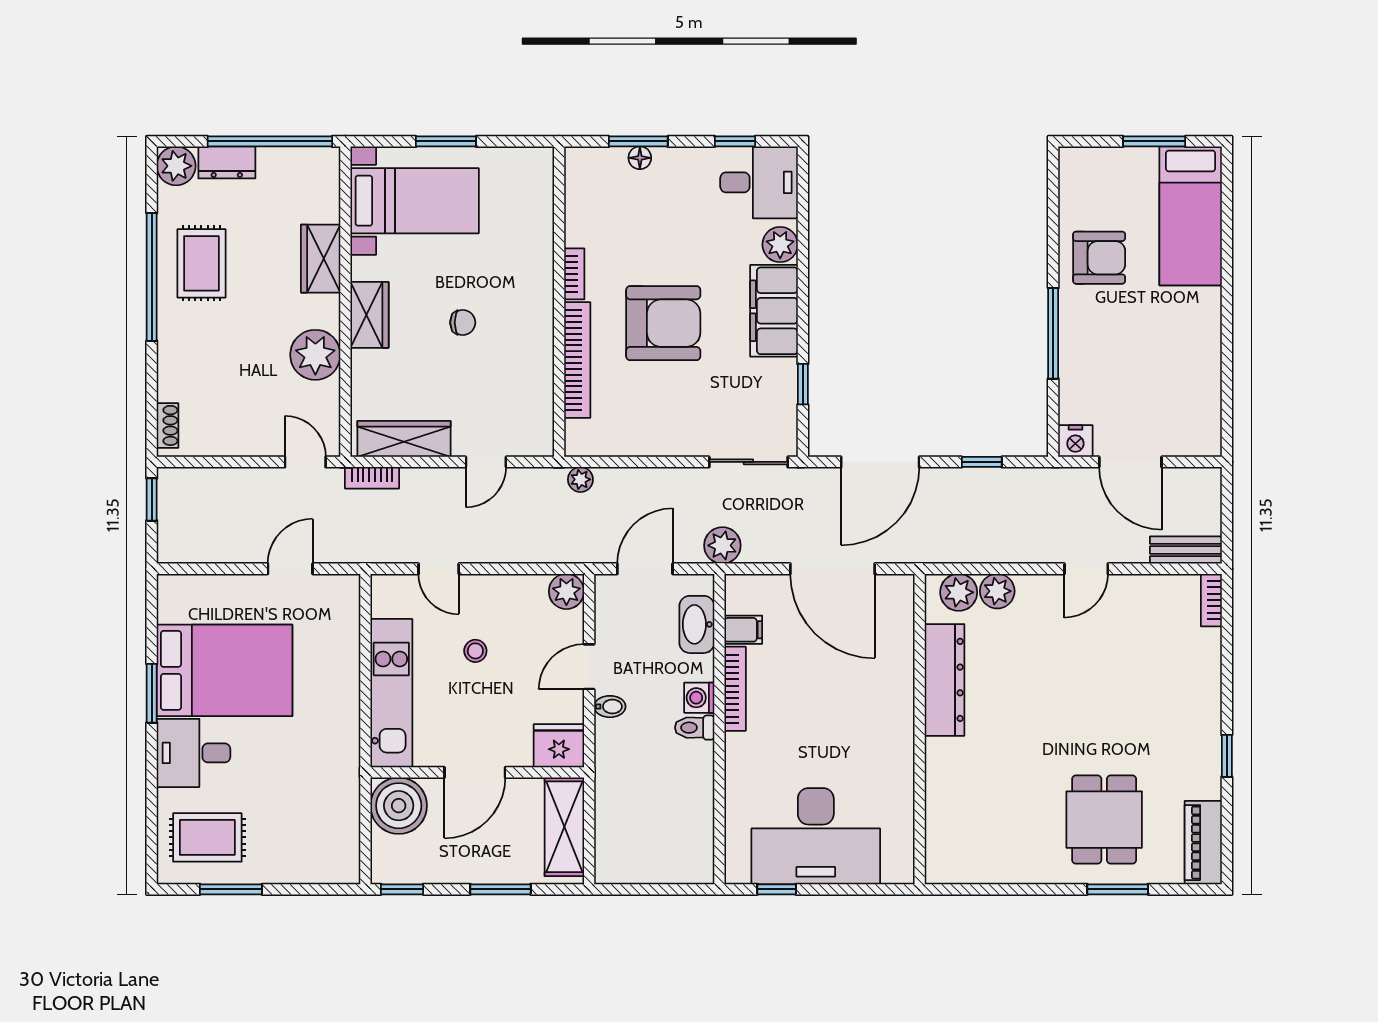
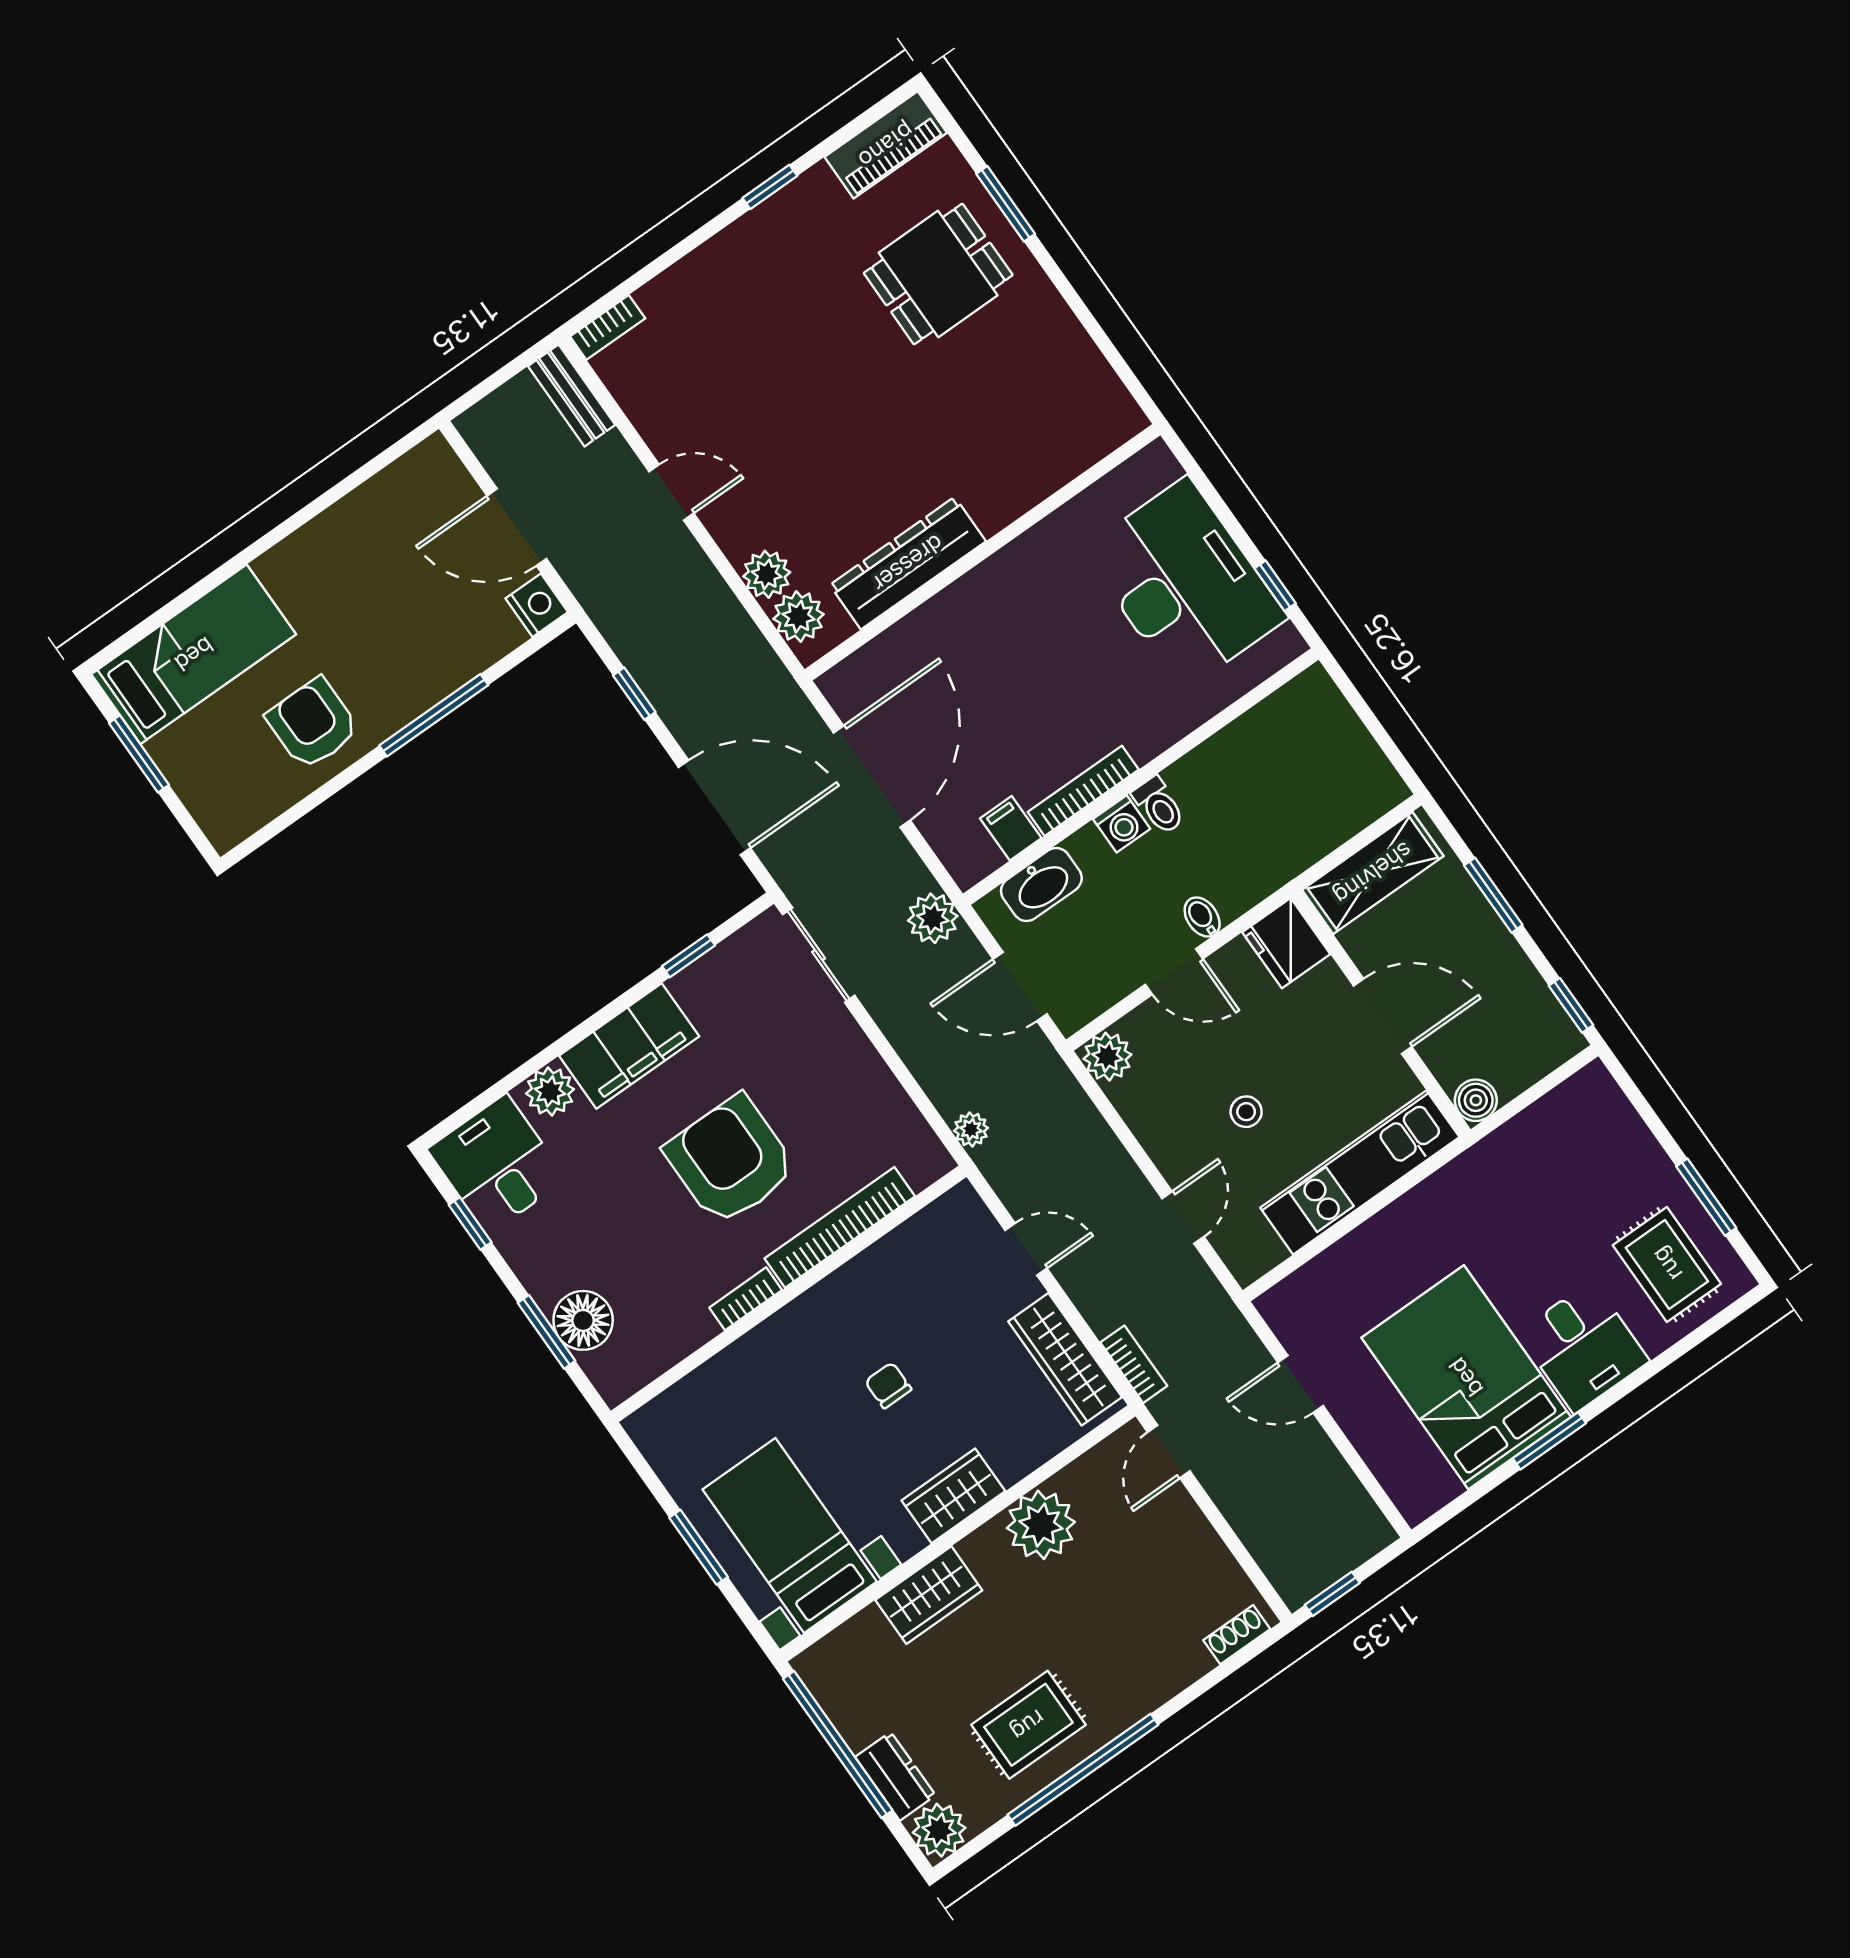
floor lamp: (640, 158) -> (583, 1320), width x1.89, depth x1.89
door: (1130, 462) -> (517, 527), swing flipped
boiler: (399, 806) -> (1476, 1100), width x0.54, depth x0.54

